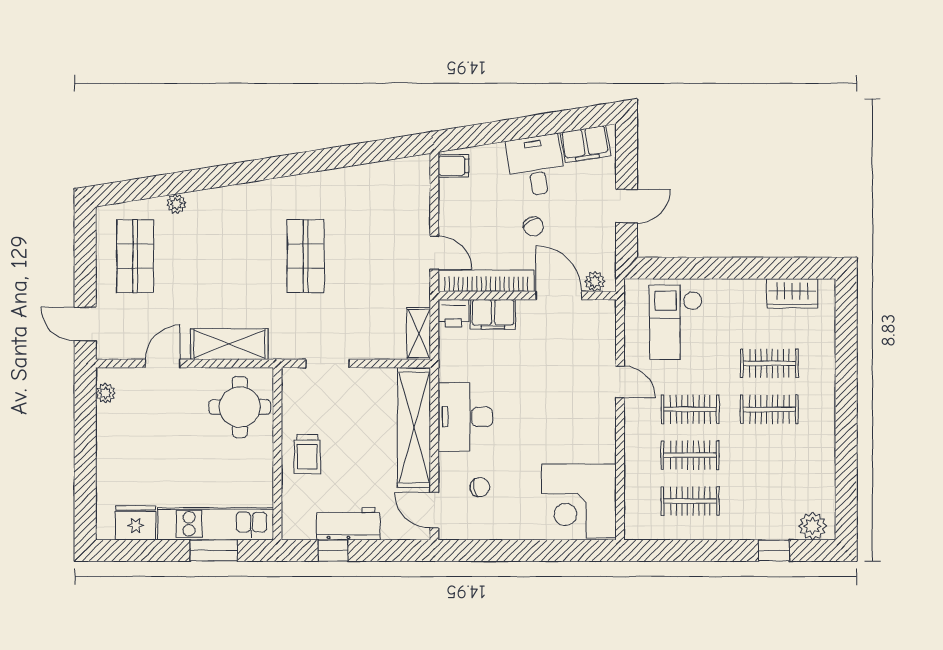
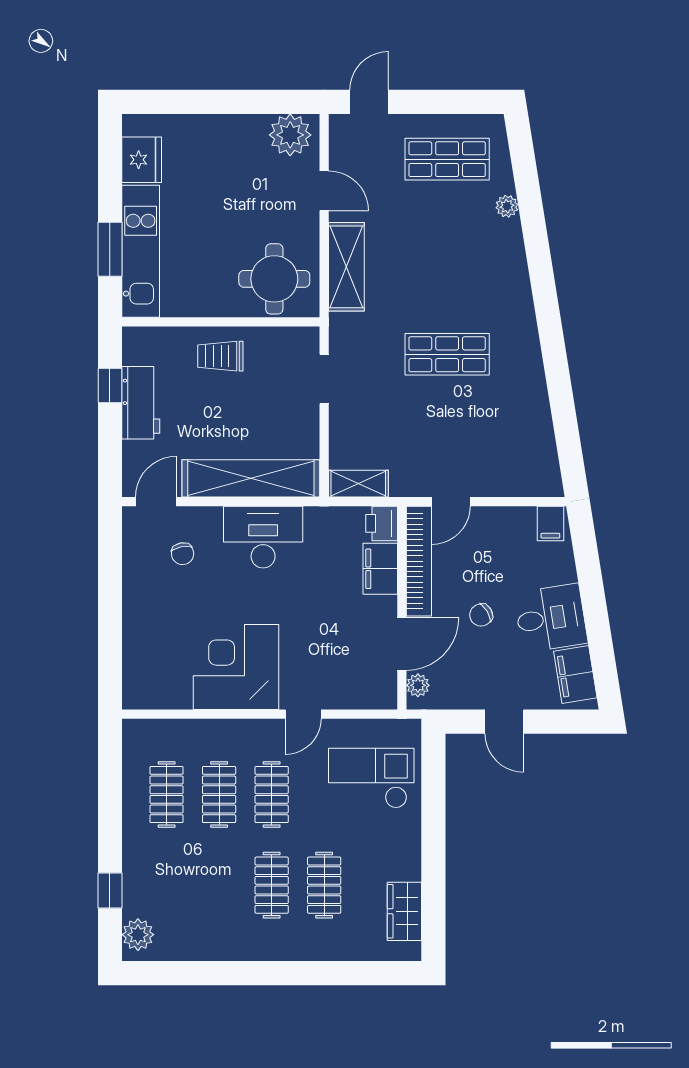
plant: (105, 393) -> (290, 135), width x1.87, depth x1.87
corner desk: (579, 501) -> (236, 667), moved

